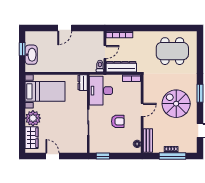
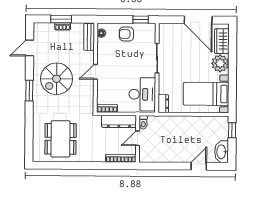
door: (65, 28) -> (199, 166), moved
window: (22, 49) -> (232, 130), moved
dining table: (172, 51) -> (61, 139), turned 90
washbasin: (31, 55) -> (222, 152), moved
spiral stairs: (176, 104) -> (57, 79), turned 90
armchair: (118, 121) -> (126, 34), moved
door: (52, 156) -> (198, 20), width x1.88
window: (172, 156) -> (61, 19), width x0.69

